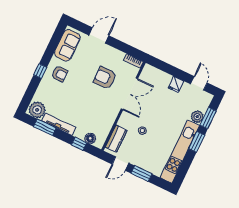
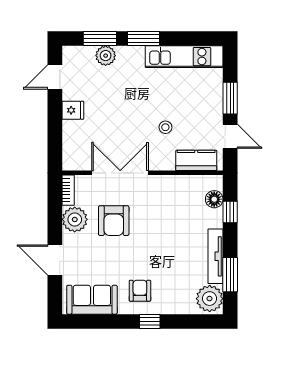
plant: (116, 57) -> (75, 219), added
kitchen unit: (180, 152) -> (184, 57), width x0.73

